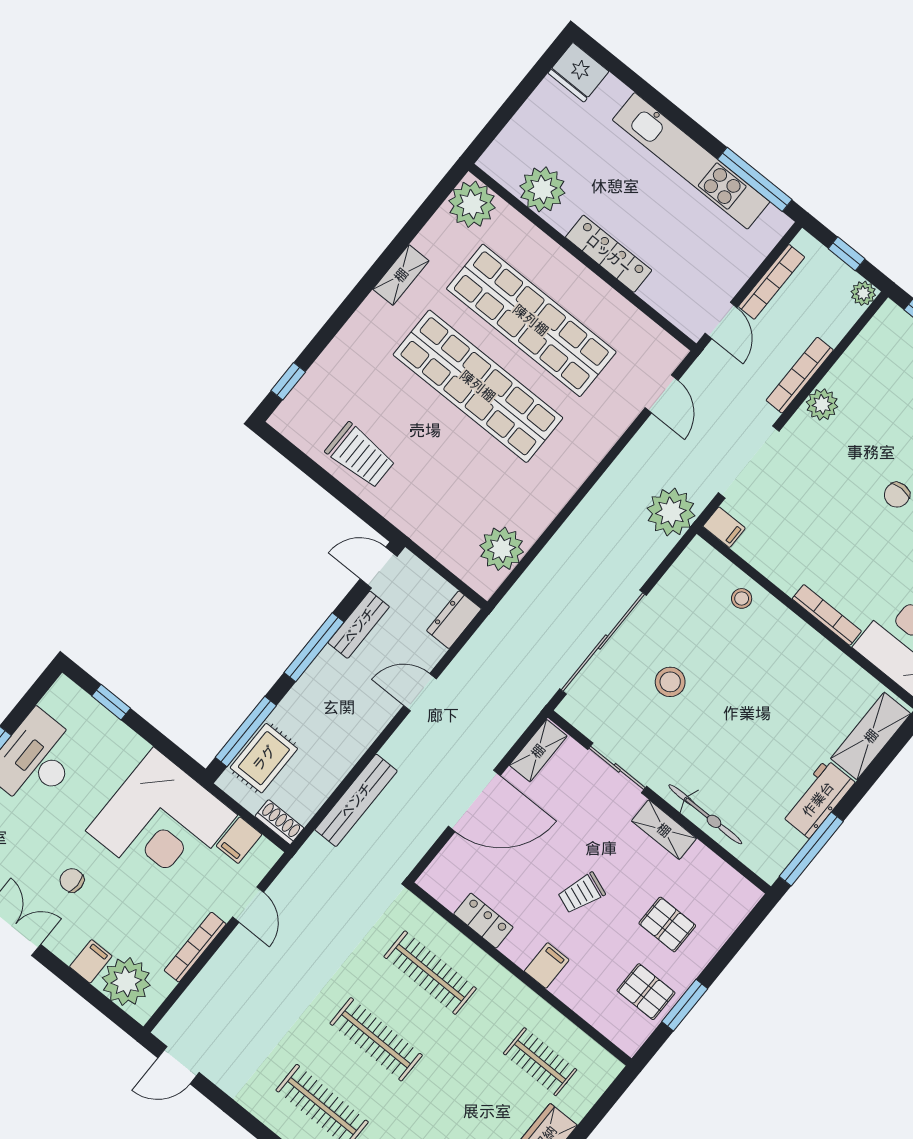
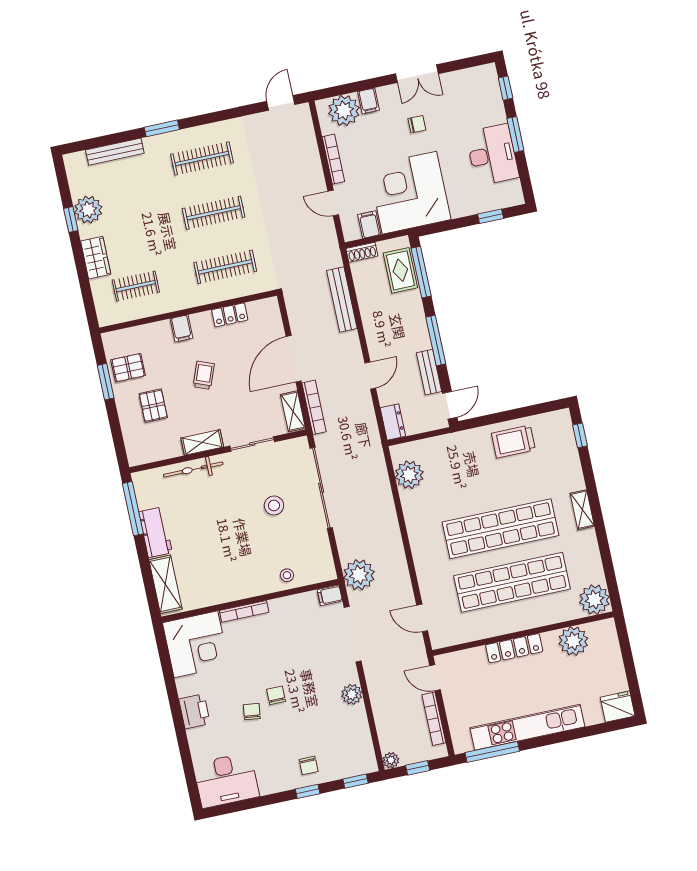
shelving: (401, 275) -> (582, 510), moved
bookcase: (800, 375) -> (314, 407), moved
pallet: (667, 924) -> (153, 406), turned 90

